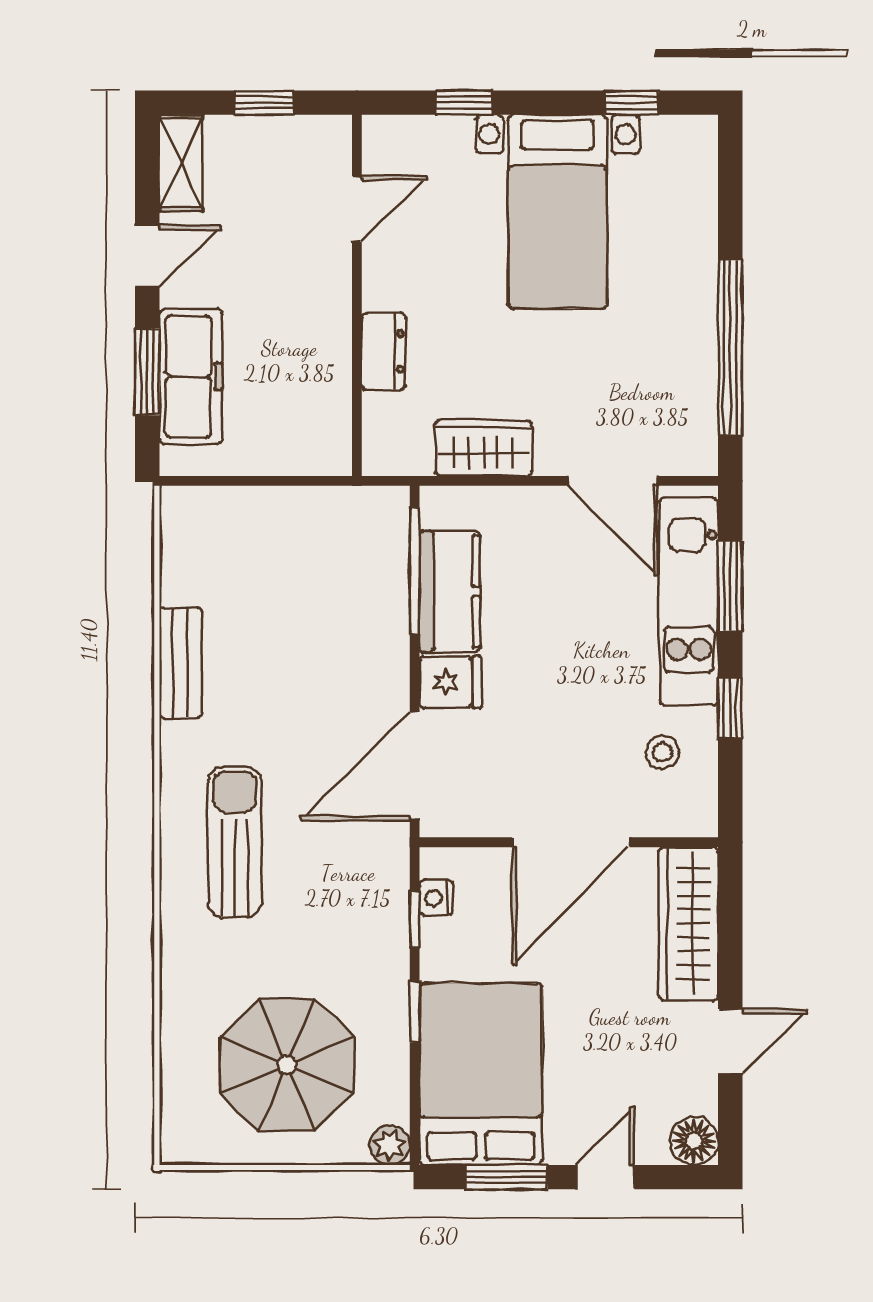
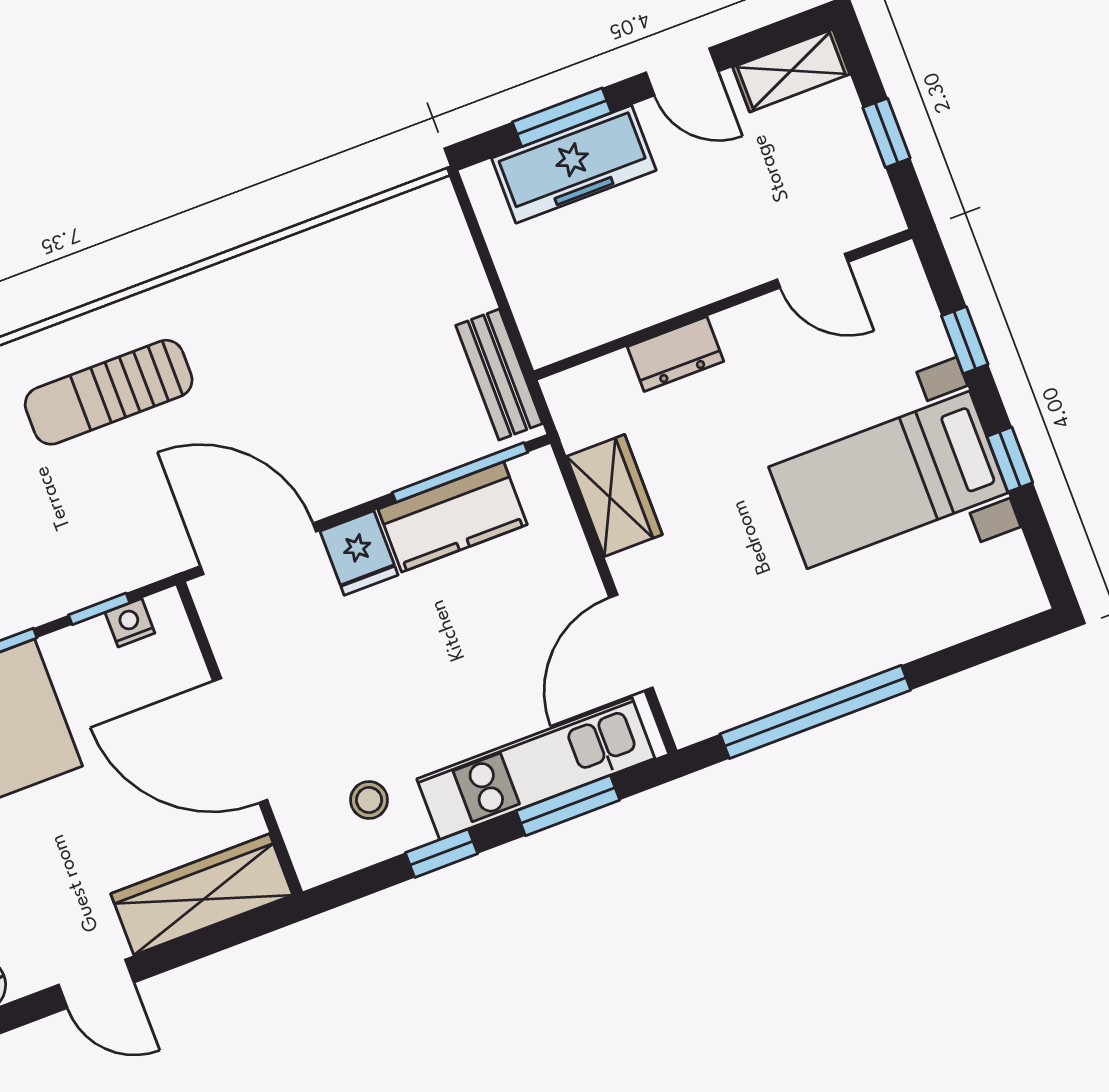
window: (632, 103) -> (1010, 459), moved
bench: (180, 663) -> (499, 375), moved, turned 90
sun lounger: (235, 842) -> (109, 392), turned 180

